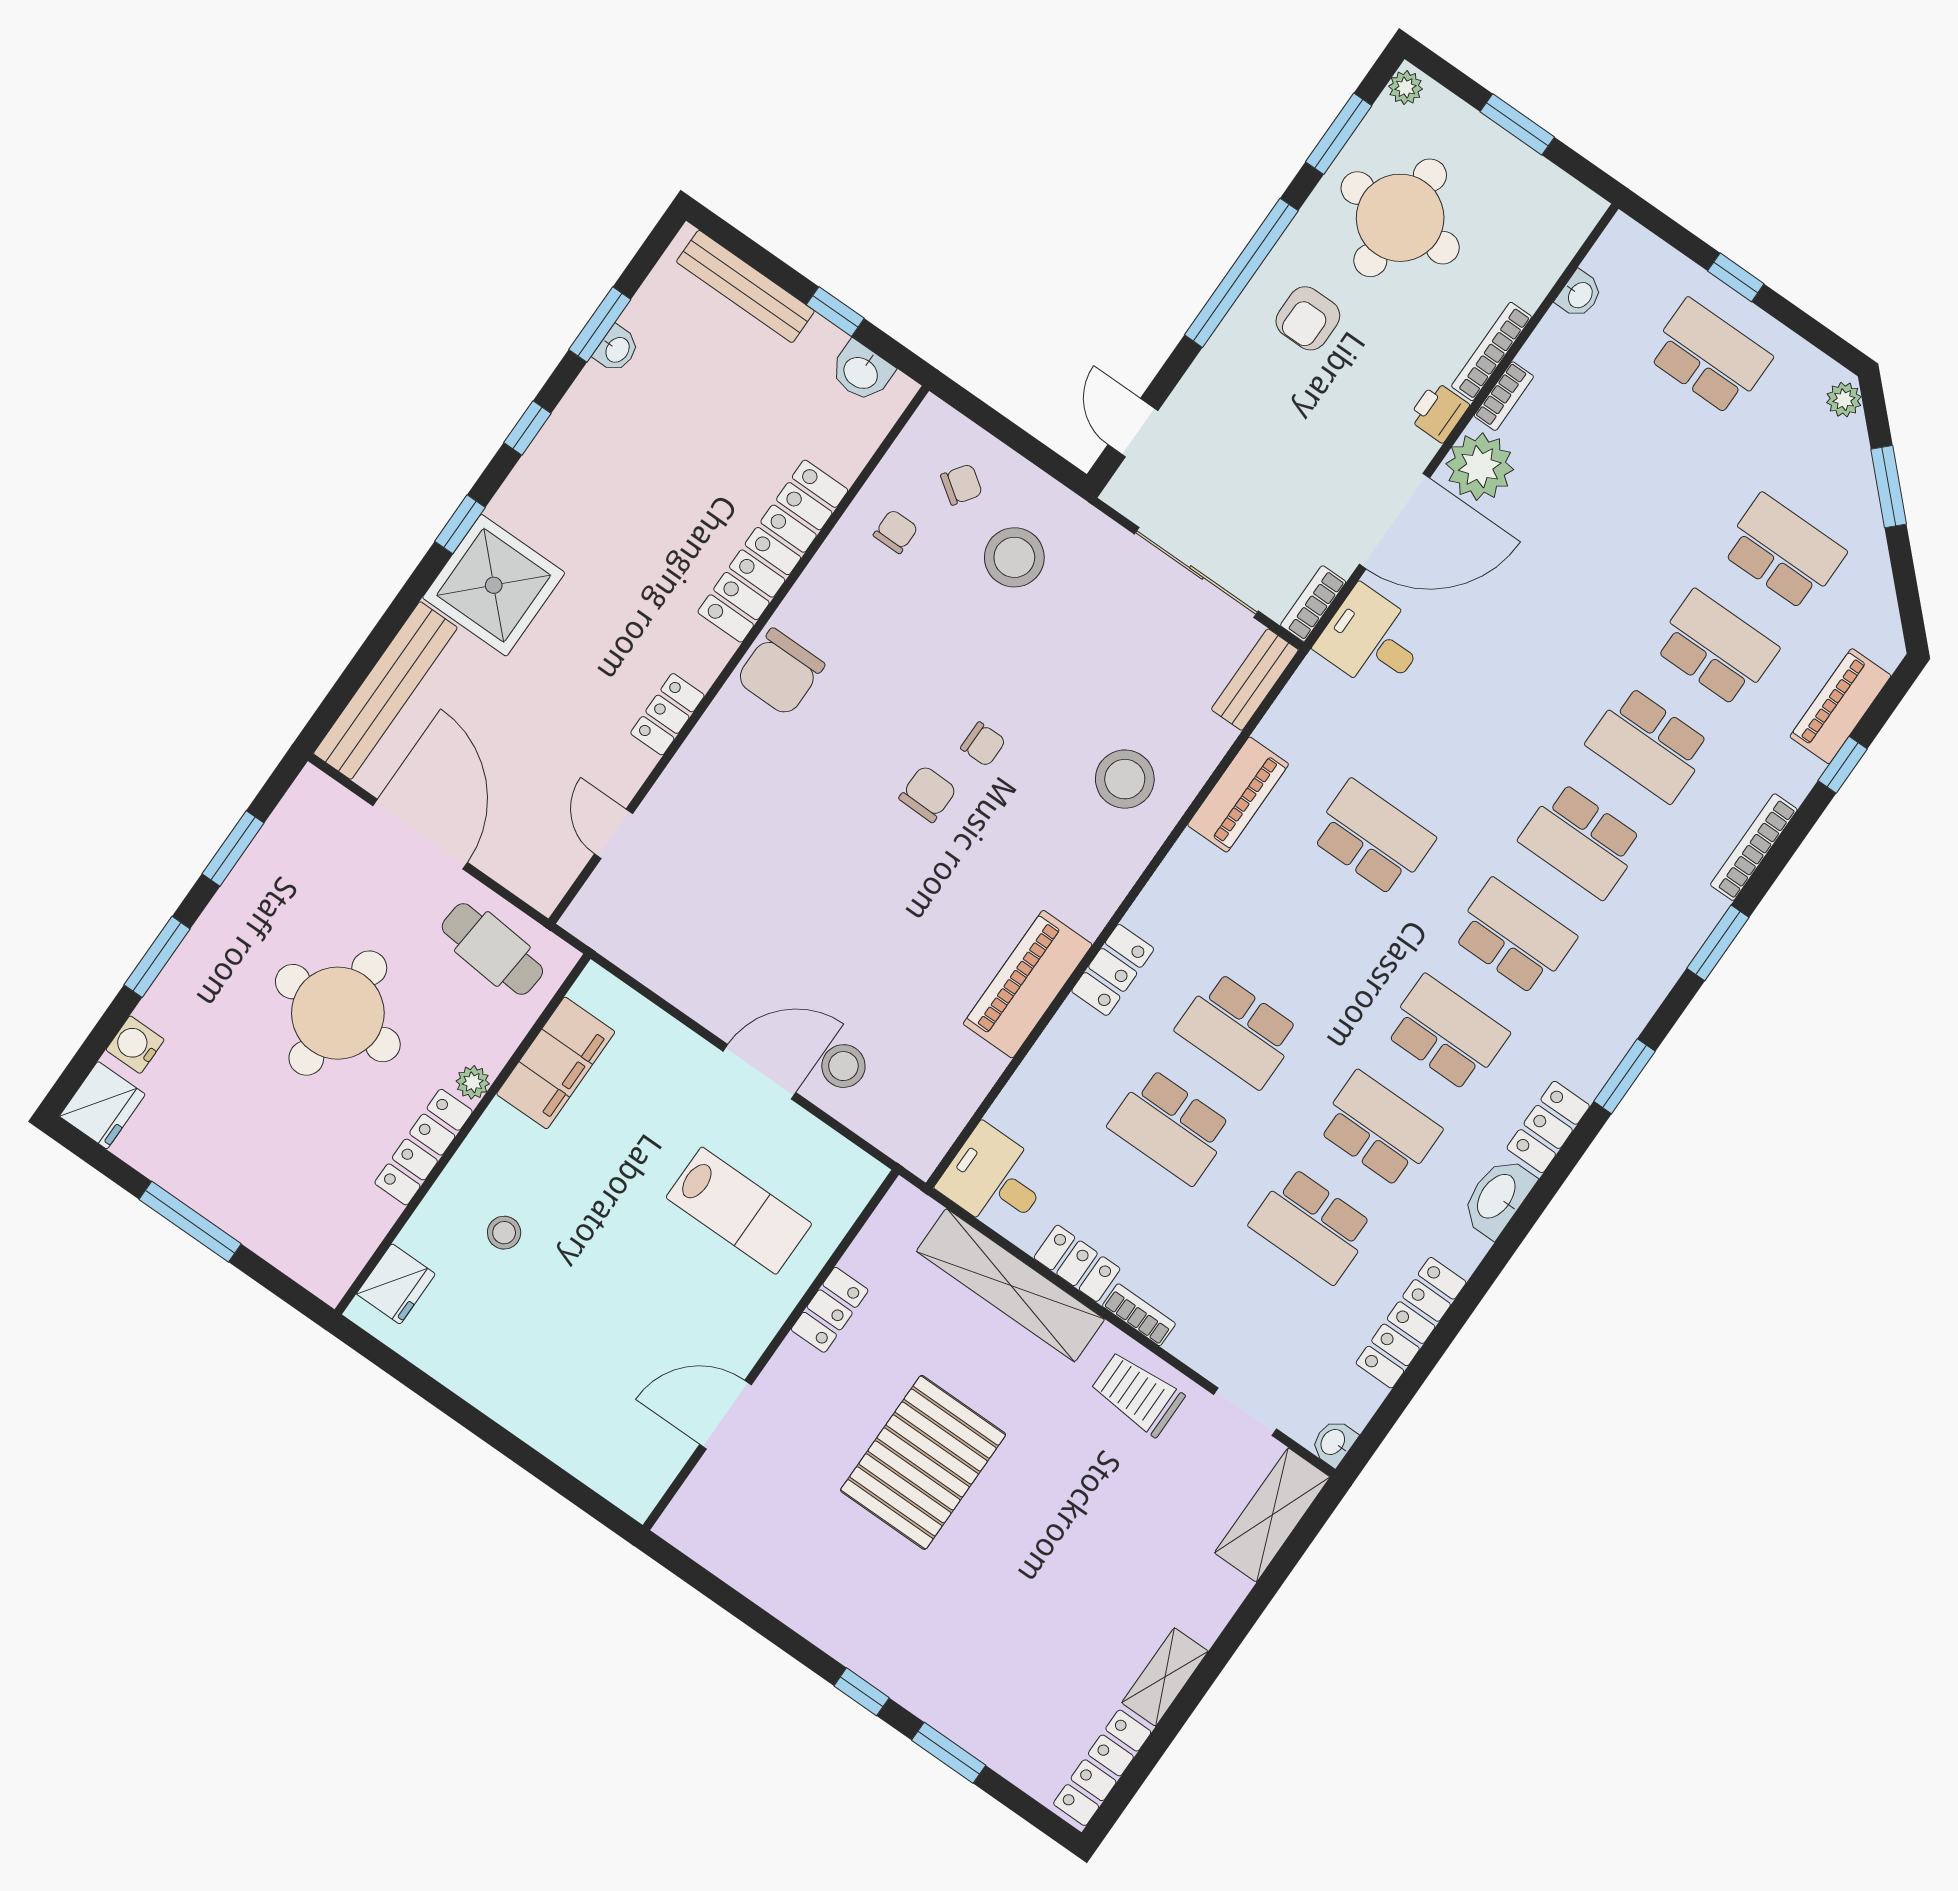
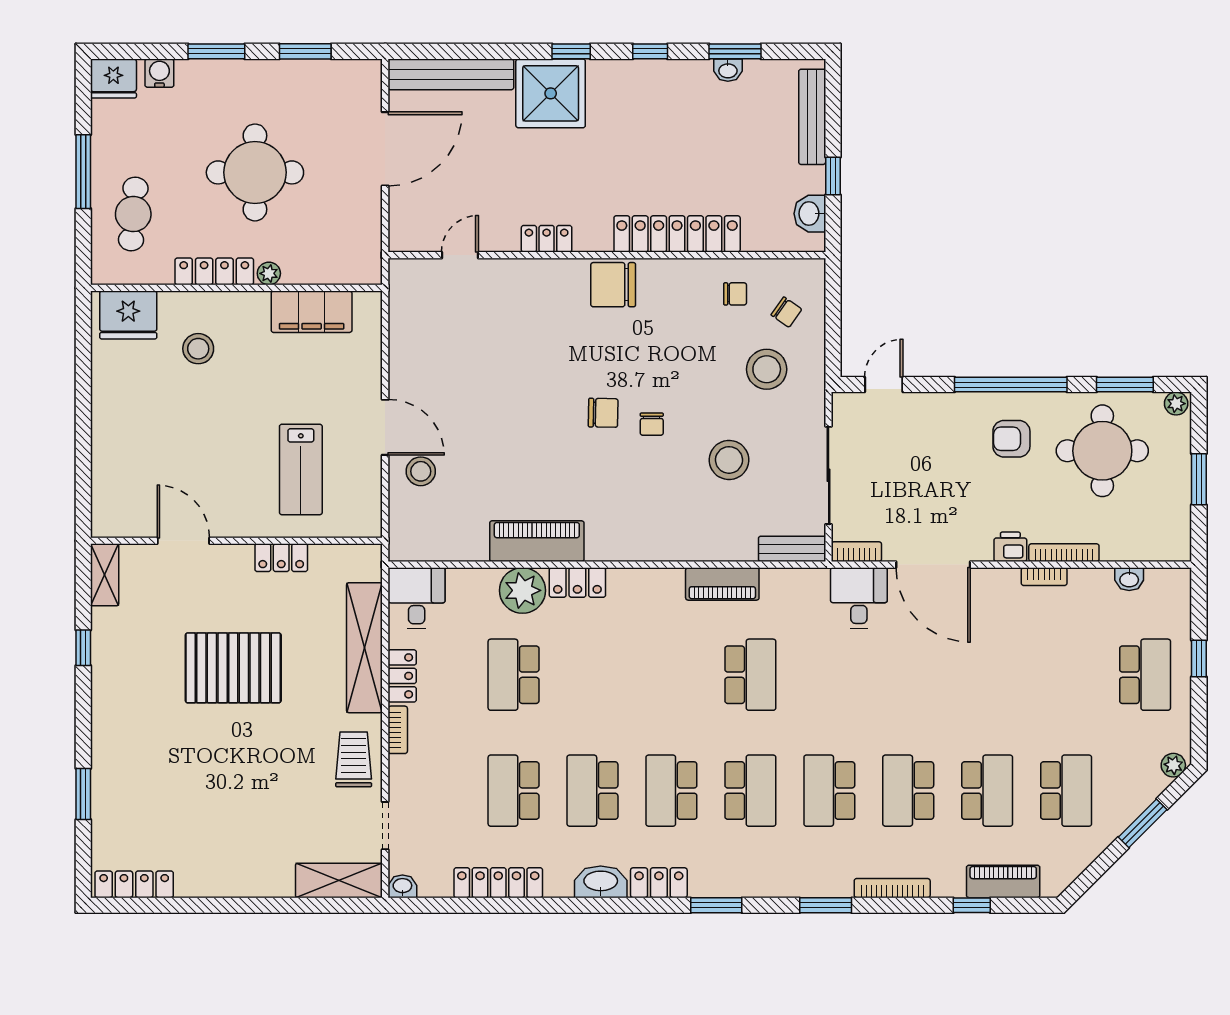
plant: (1480, 467) -> (523, 590), moved
stool: (1125, 779) -> (729, 460), moved
cafe table: (492, 949) -> (133, 214), moved
school desk: (1238, 1030) -> (592, 675), removed
school desk: (1447, 1033) -> (671, 791), turned 180
school desk: (1379, 1129) -> (592, 791), turned 180
stool: (504, 1233) -> (198, 349), width x1.37, depth x1.37
fridge: (396, 1284) -> (128, 315), width x1.36, depth x1.34
shelving: (1165, 1677) -> (105, 575), moved, turned 90
window: (862, 1692) -> (83, 648), moved

